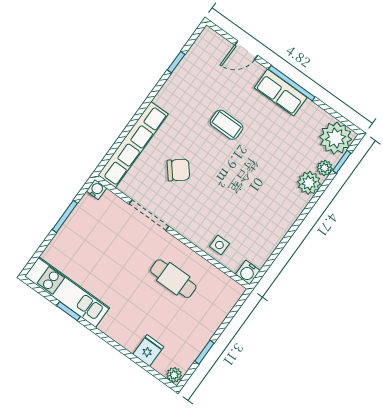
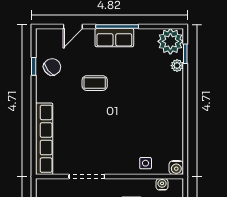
chair: (178, 170) -> (52, 67), moved
plant: (309, 183) -> (174, 82), removed
water cooler: (96, 190) -> (162, 184), moved

